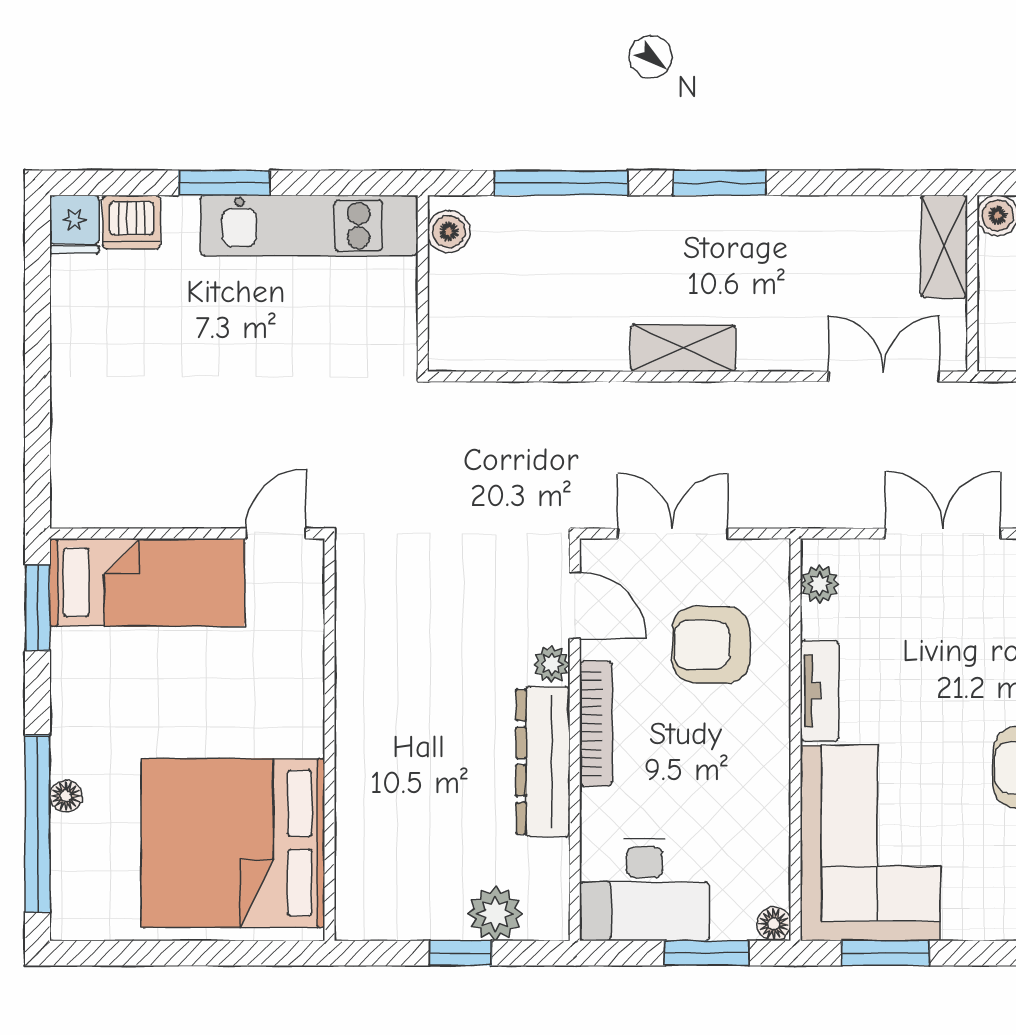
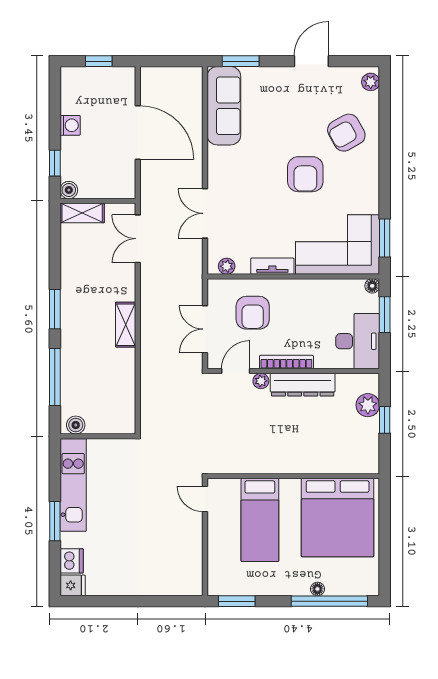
bed: (147, 582) -> (260, 520), moved, turned 180

